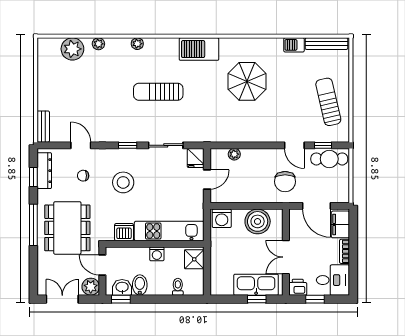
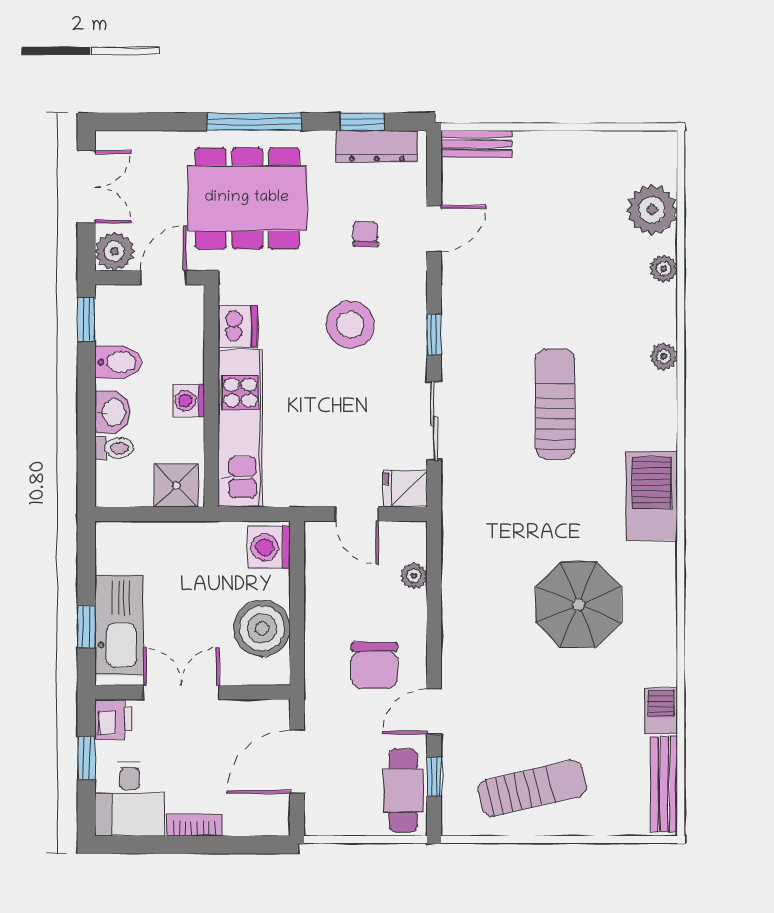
chair: (285, 182) -> (374, 665), moved, turned -90
filing cabinet: (340, 224) -> (255, 816), removed
washbasin: (122, 287) -> (113, 412), moved

